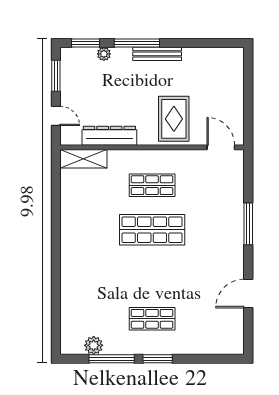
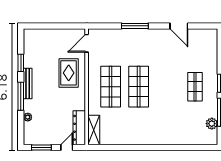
window: (86, 43) -> (21, 63), moved
rug: (174, 119) -> (69, 73), turned 90
dresser: (109, 136) -> (79, 128), moved
shop shelf: (152, 185) -> (111, 87), width x1.43, depth x1.36

